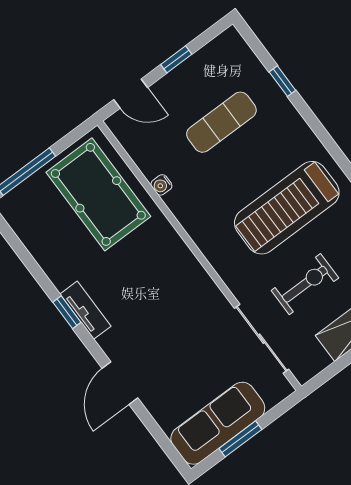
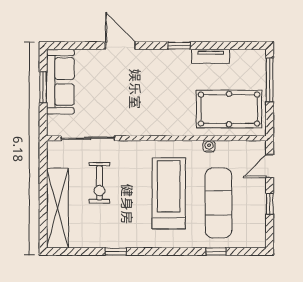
exercise mat: (221, 122) -> (218, 203), width x1.36, depth x1.45
treadmill: (287, 208) -> (169, 193), moved
tv unit: (85, 310) -> (211, 56), moved

